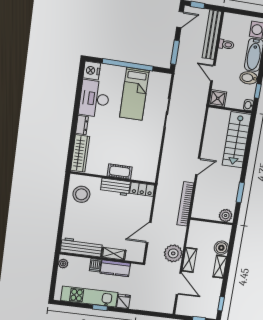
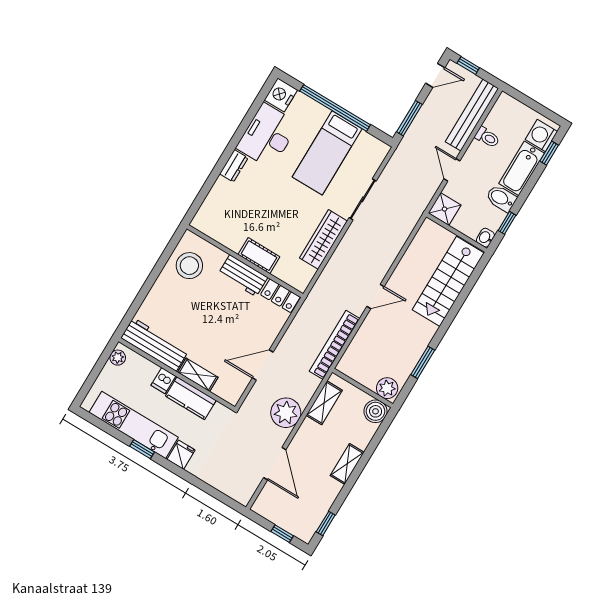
wardrobe: (80, 153) -> (323, 239), moved, turned 180
boiler: (221, 248) -> (376, 411), moved
shelving: (189, 260) -> (324, 403), moved

